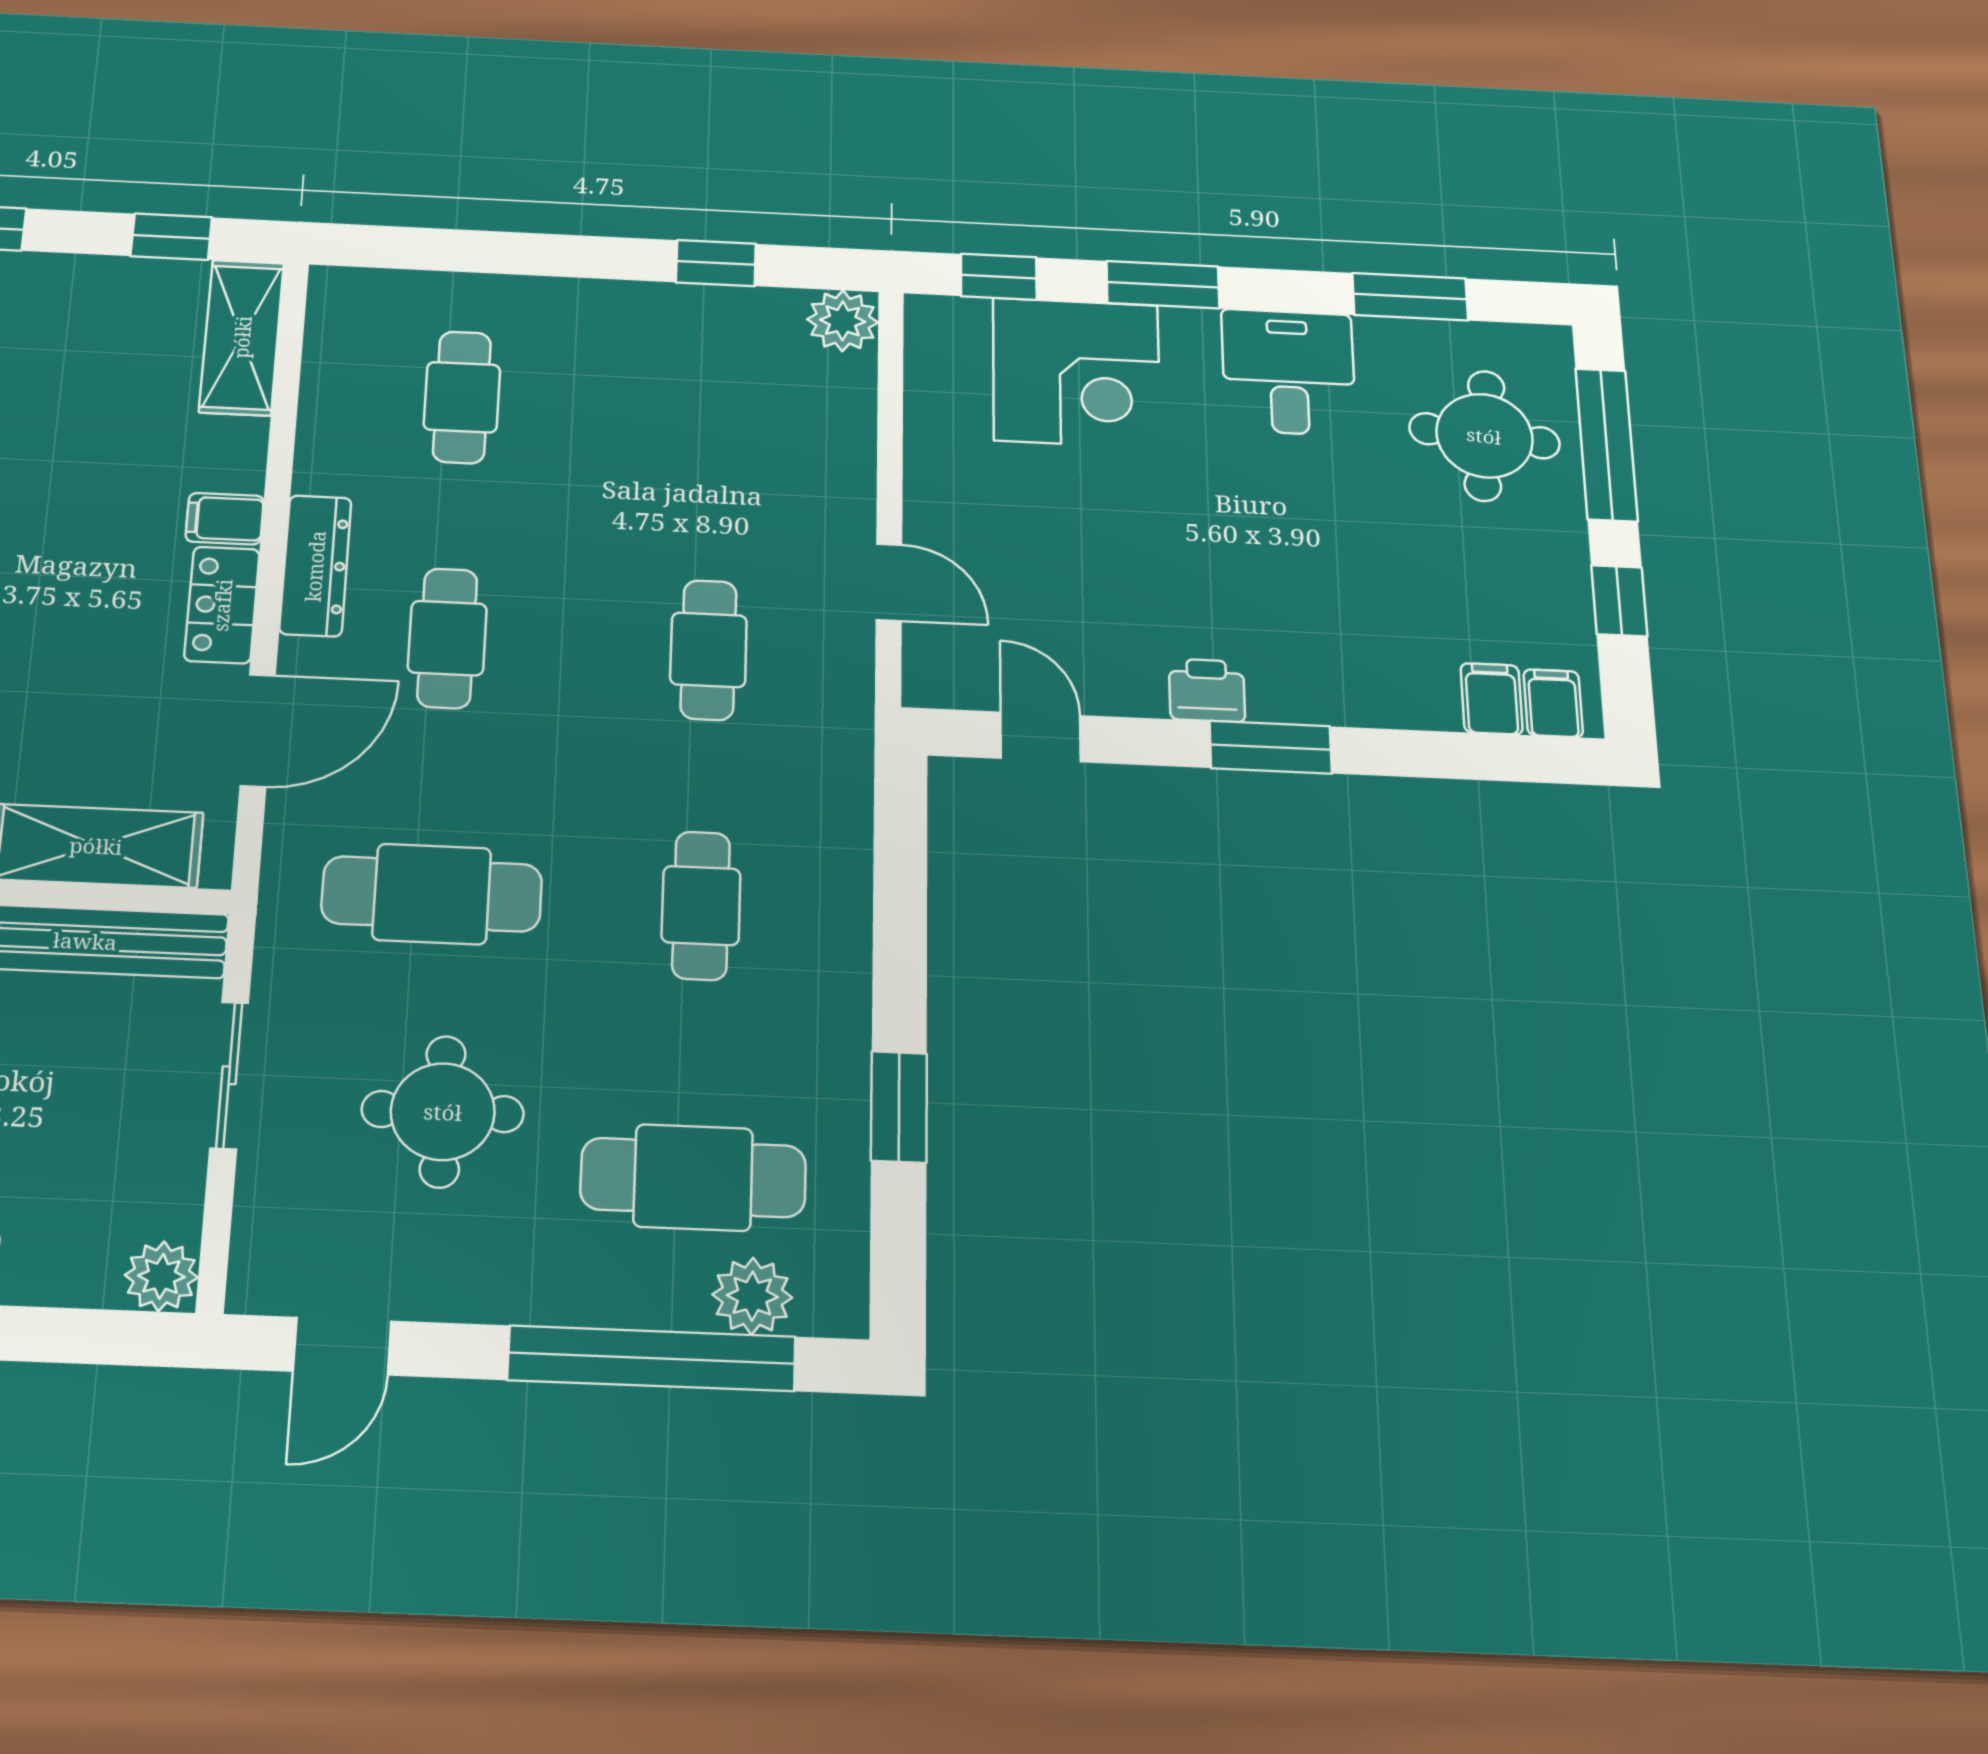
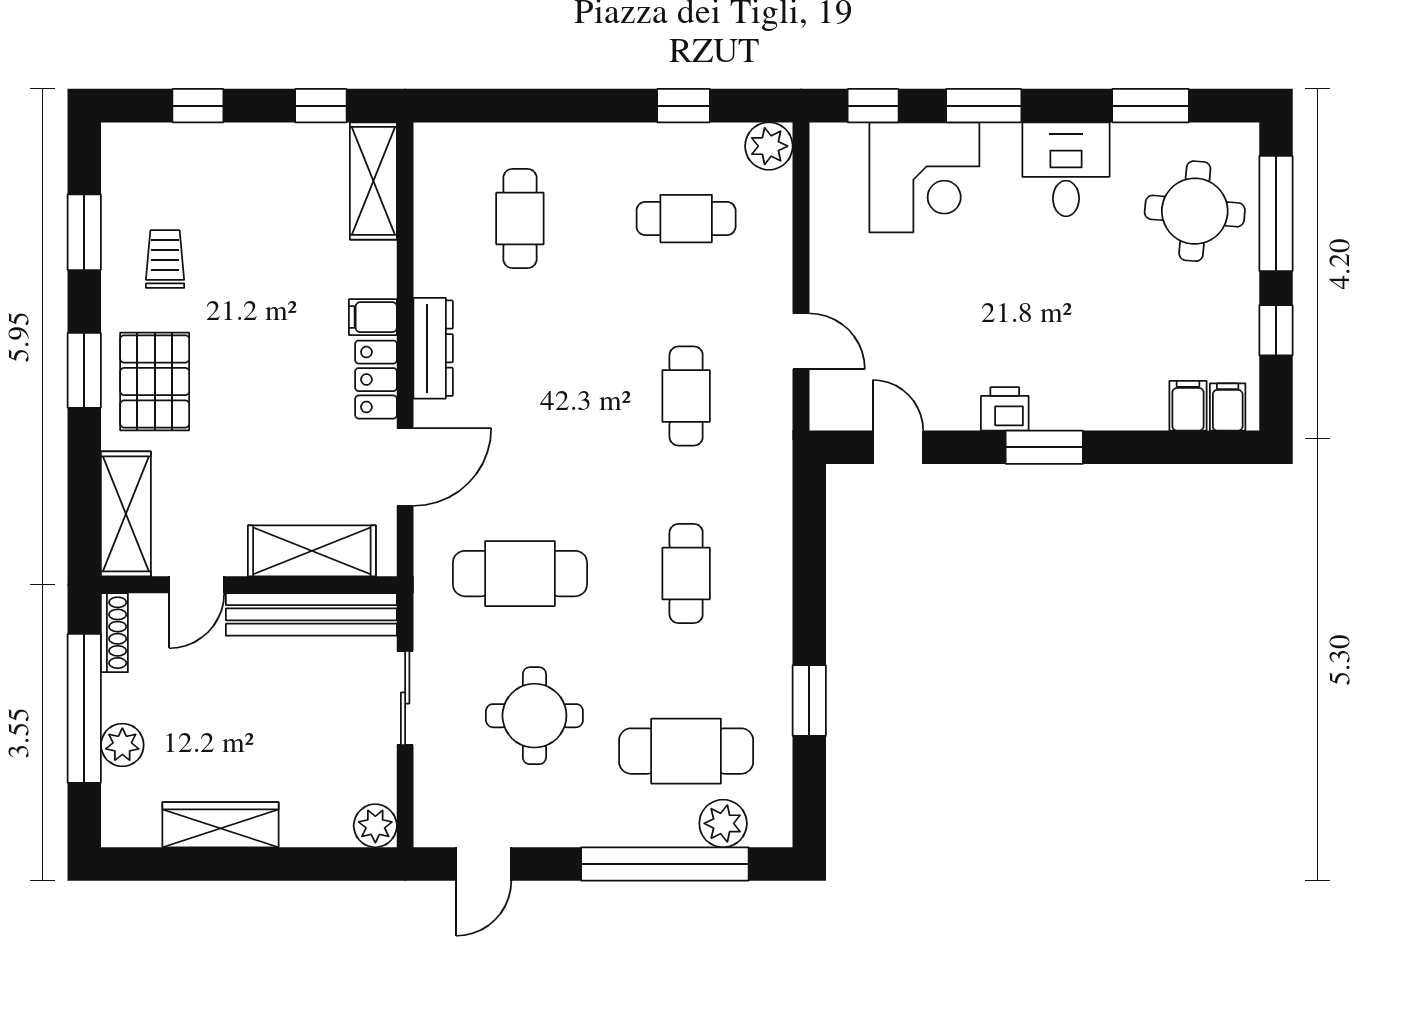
cafe table: (447, 638) -> (686, 219), moved, turned 90

